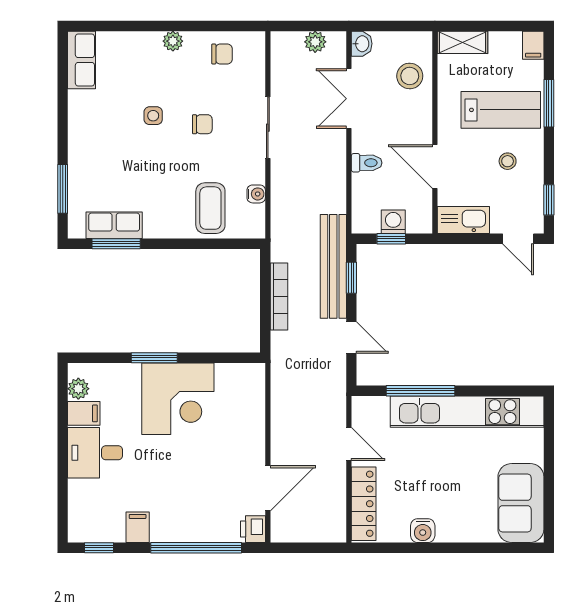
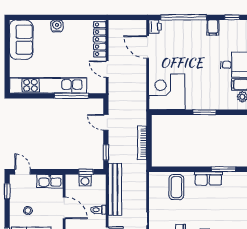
water cooler: (256, 194) -> (154, 194), removed
row of seats: (114, 225) -> (208, 178), moved
bench: (333, 266) -> (115, 189), moved
corner desk: (178, 399) -> (167, 92), moved
door: (268, 488) -> (148, 47), hinge flipped
water cooler: (423, 531) -> (57, 26), moved

